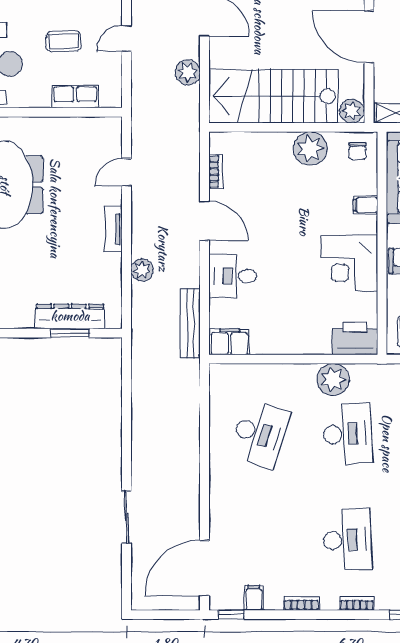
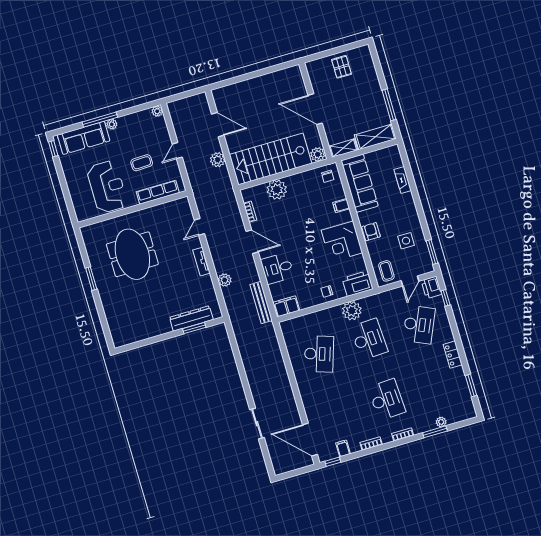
row of seats: (75, 97) -> (158, 192), width x1.48
plant: (310, 149) -> (277, 190), moved
chair: (302, 337) -> (327, 291), added
door: (204, 568) -> (310, 440), hinge flipped

